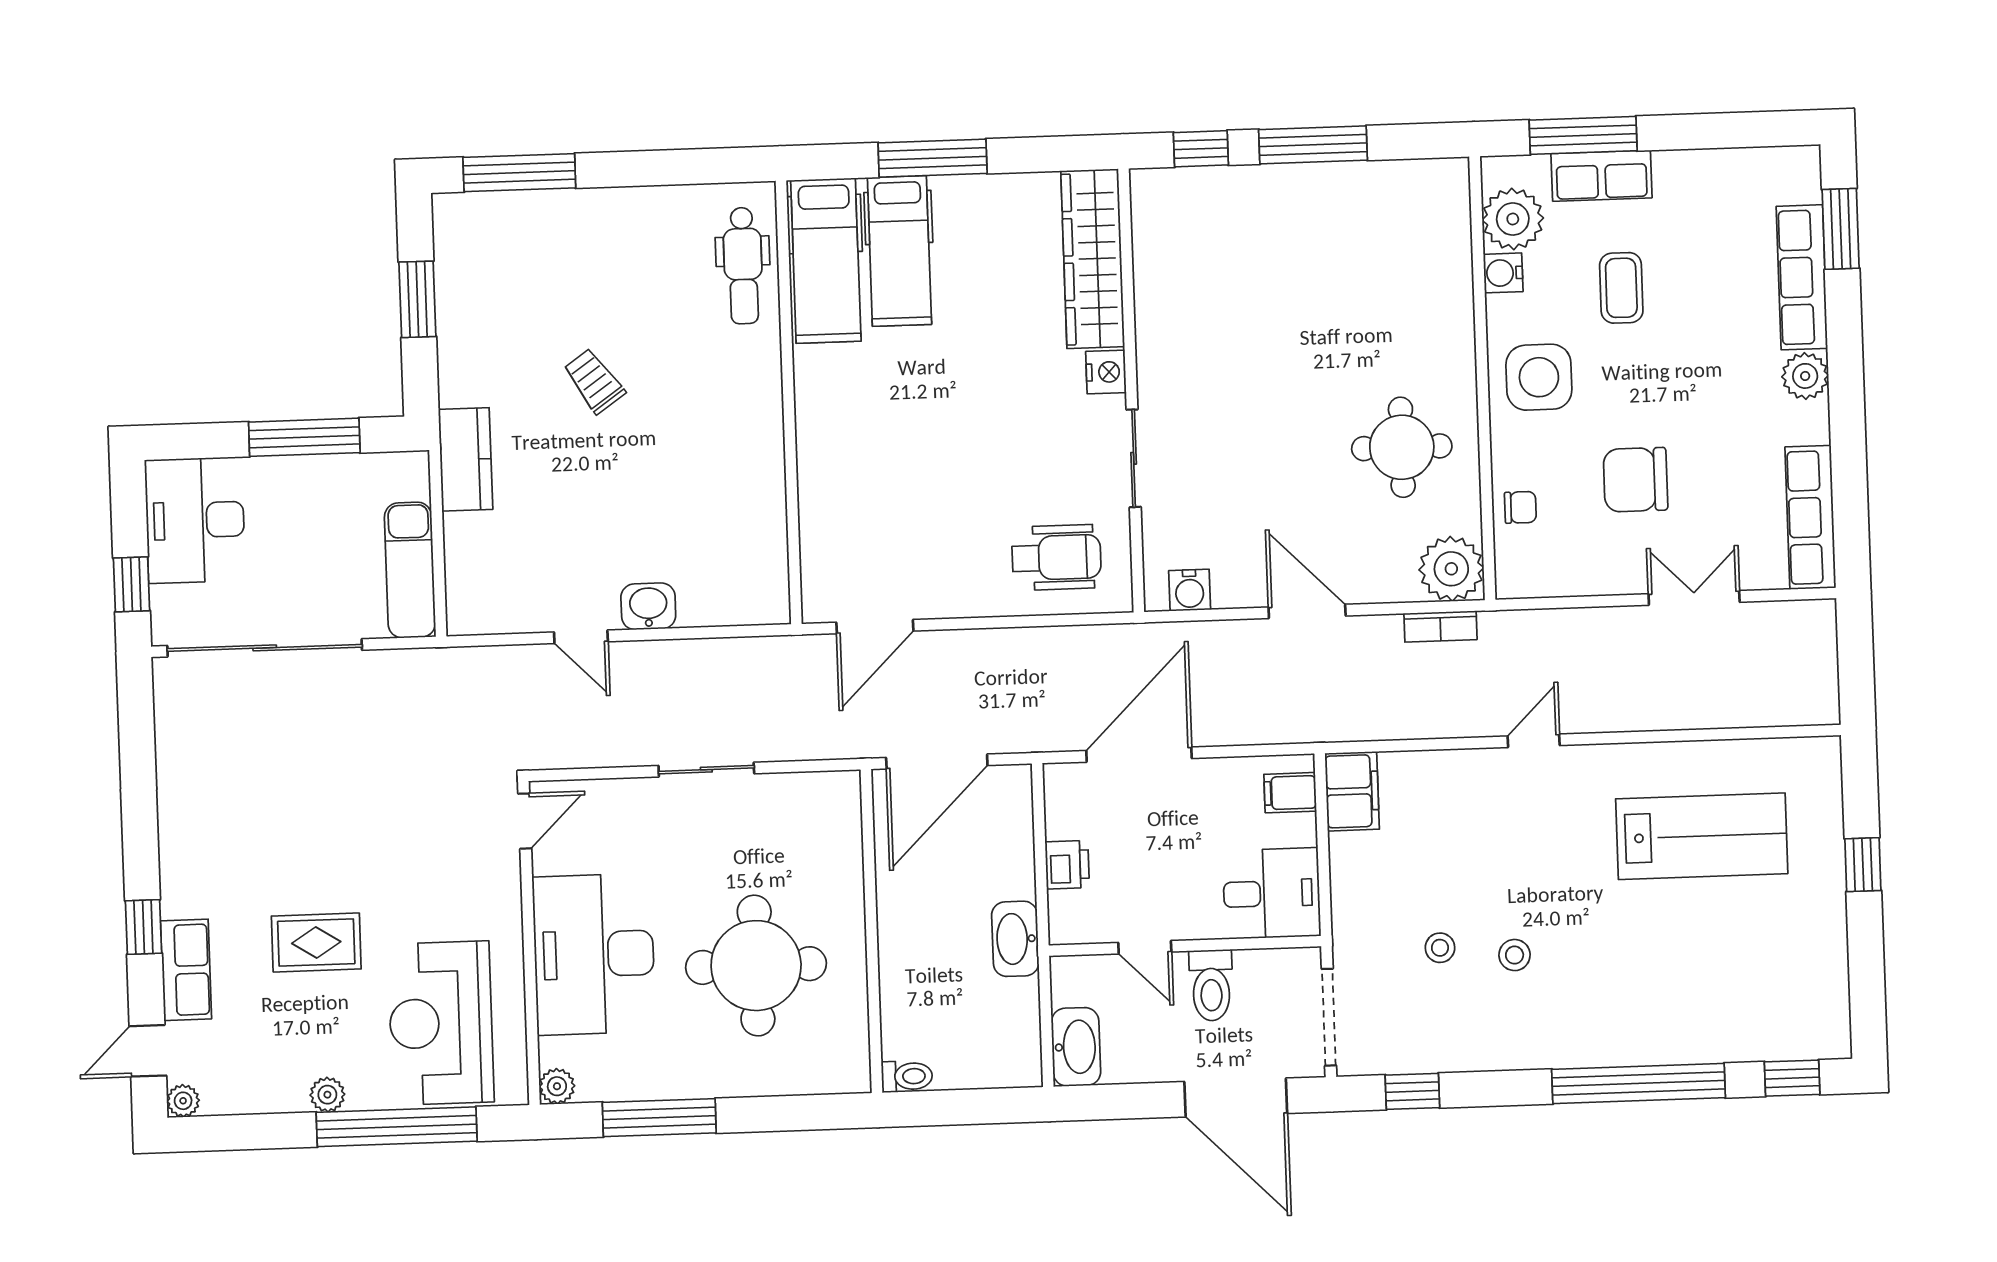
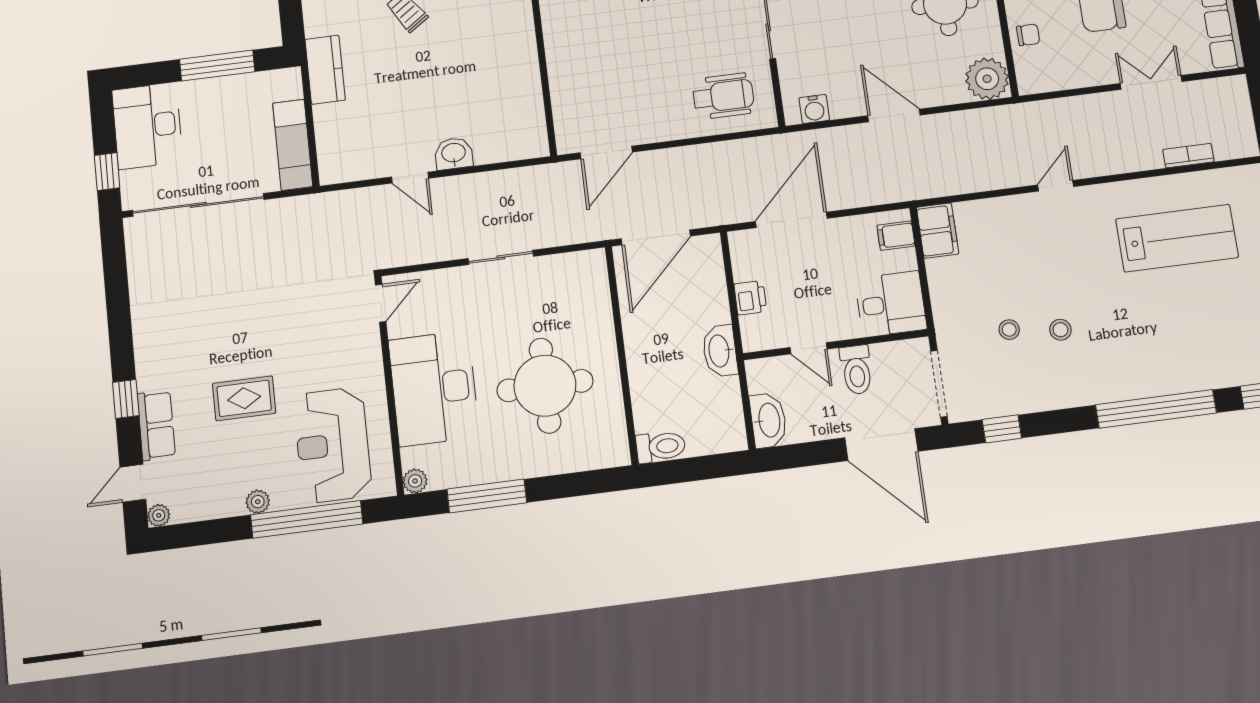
bookcase: (1440, 626) -> (1188, 156), moved, turned 180
toilet: (907, 1076) -> (661, 447), width x1.37, depth x1.39

